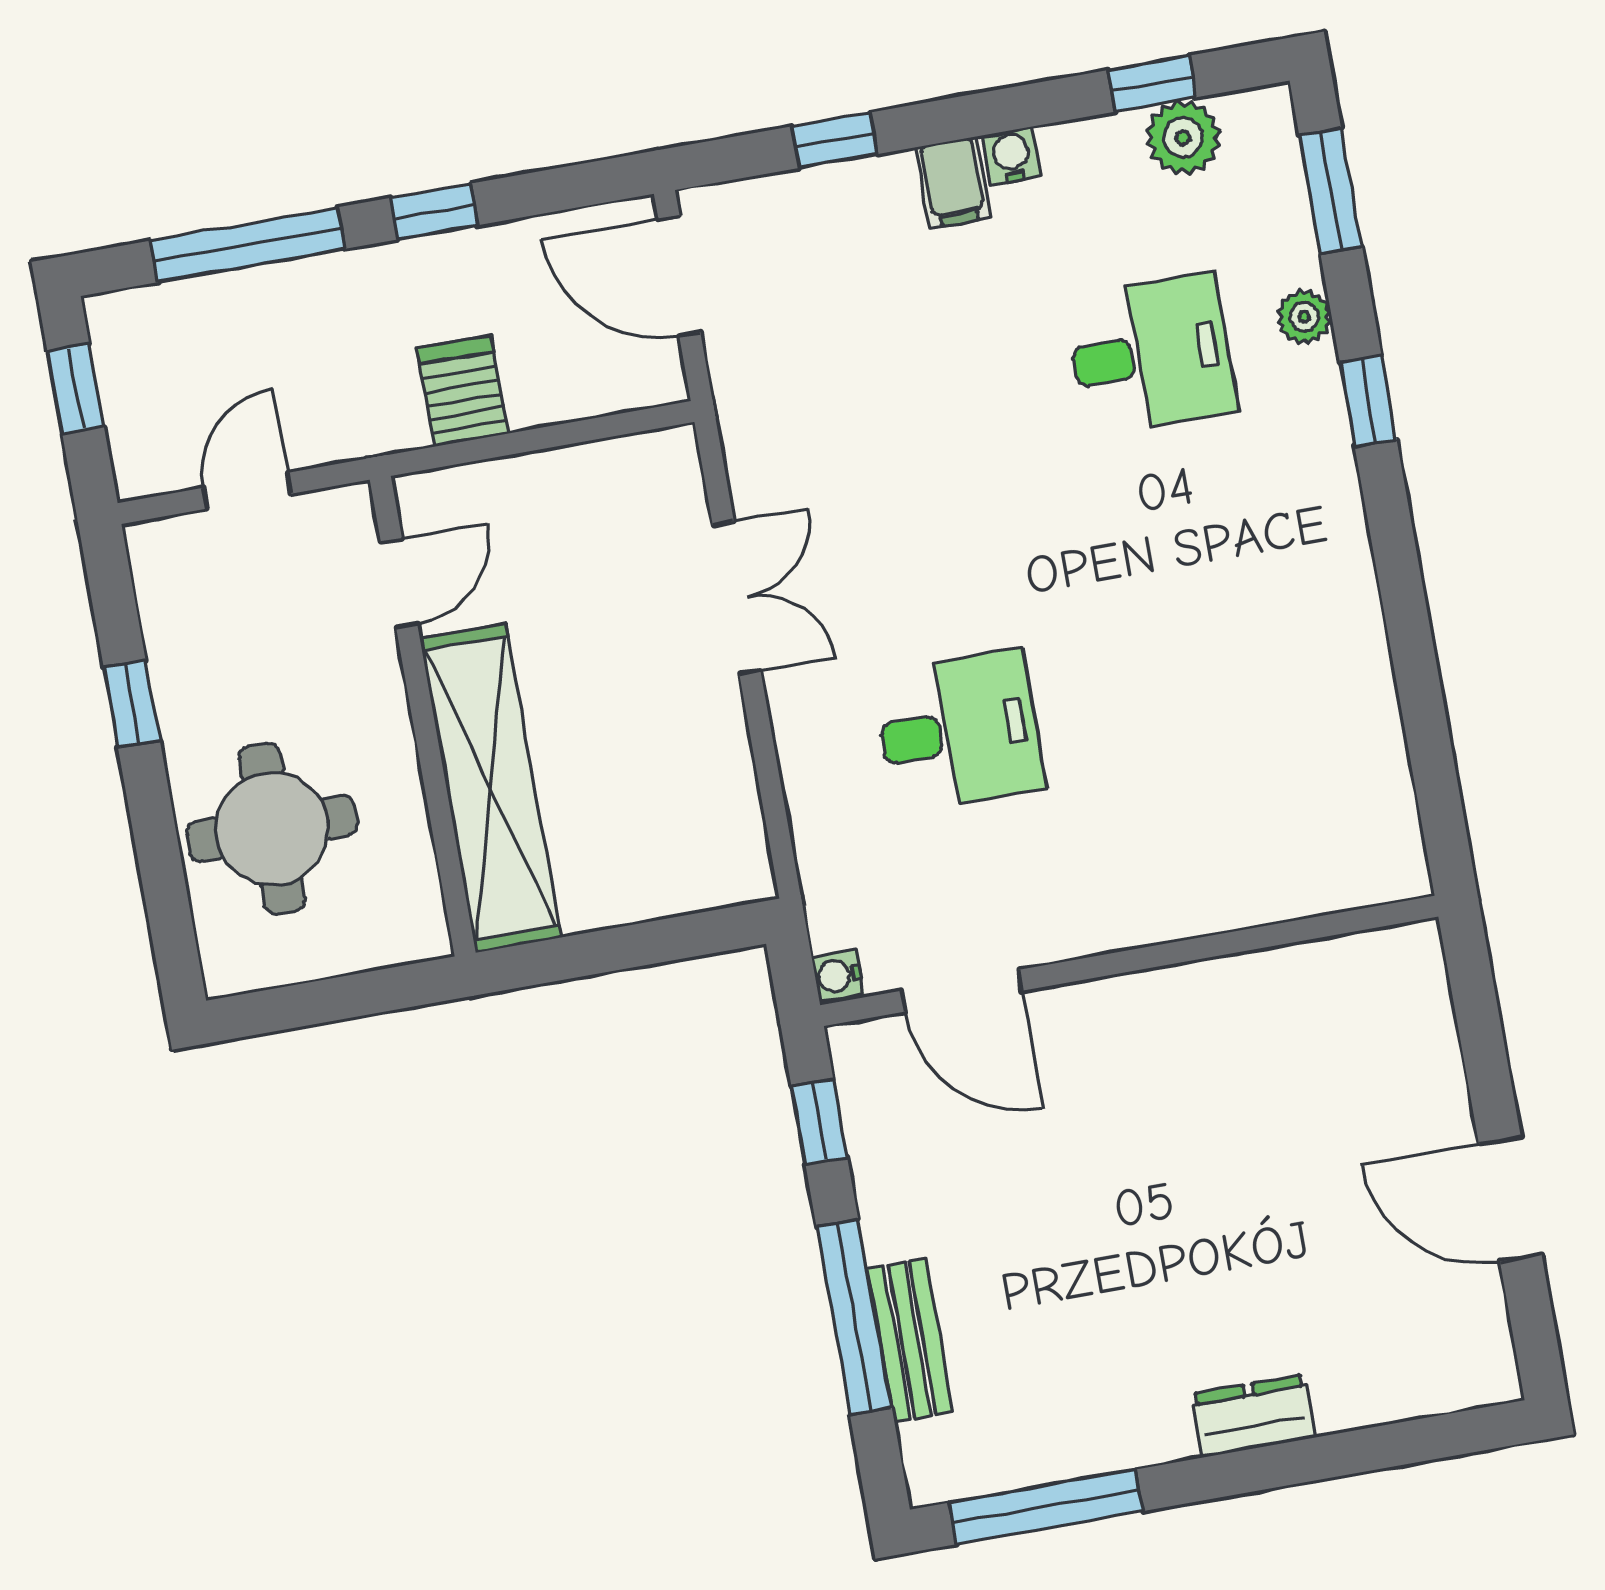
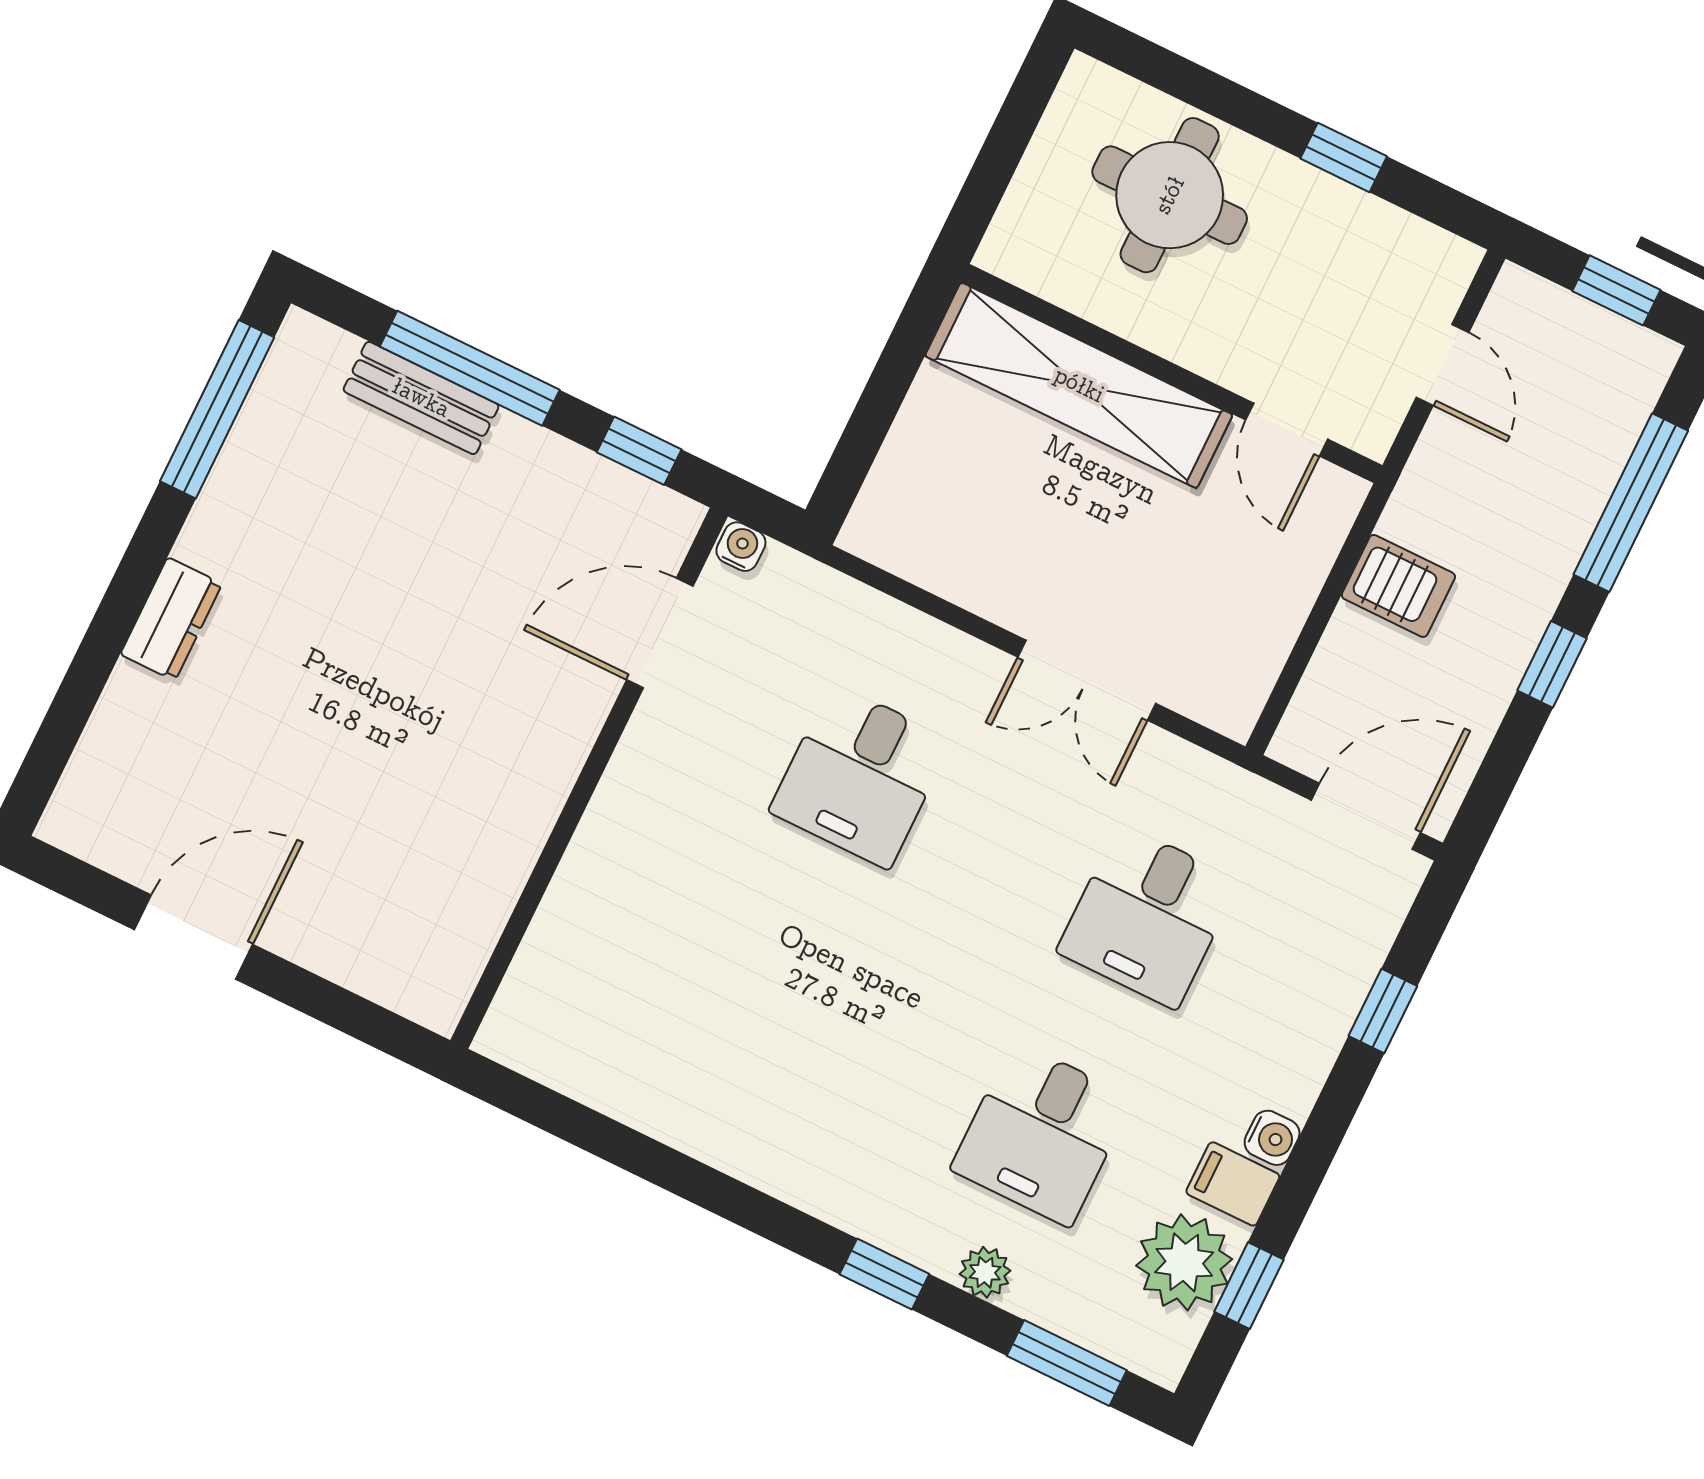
plant: (1183, 138) -> (1184, 1262), width x1.36, depth x1.36
filing cabinet: (953, 182) -> (1233, 1184), moved
desk: (900, 399) -> (1148, 916), added

